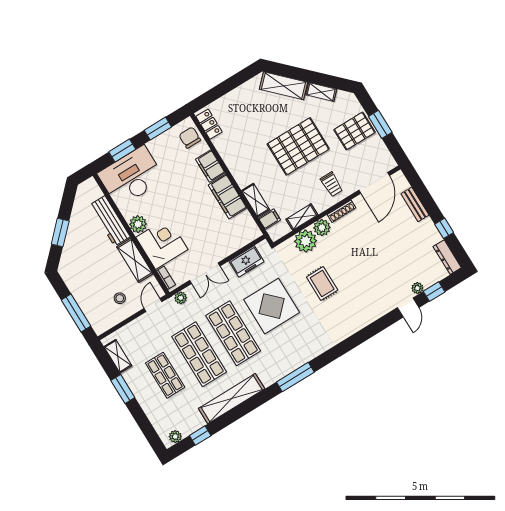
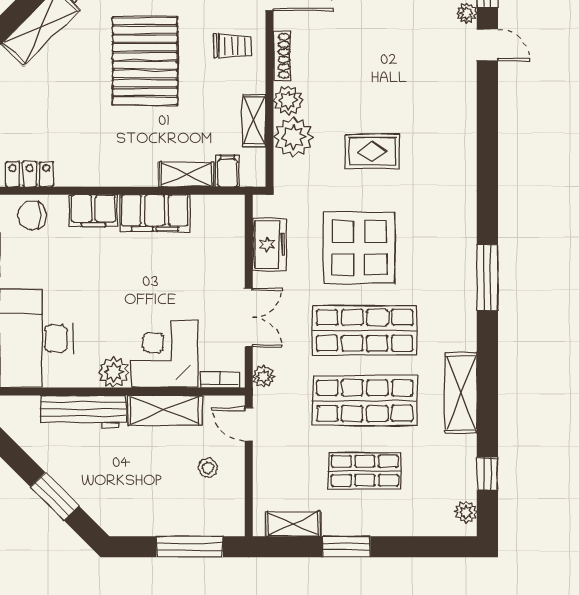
shelving: (232, 399) -> (461, 393), width x0.68

